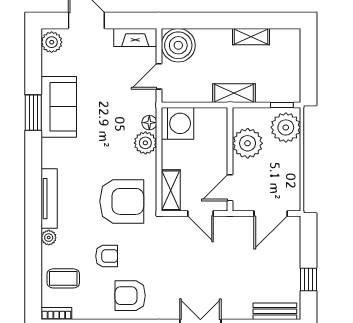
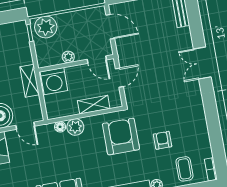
shelving: (234, 93) -> (30, 81), moved
washing machine: (178, 123) -> (54, 81), moved, turned 180
plant: (248, 143) -> (68, 57), width x0.53, depth x0.53
shelving: (171, 190) -> (94, 105), moved
armchair: (130, 296) -> (188, 118), removed

